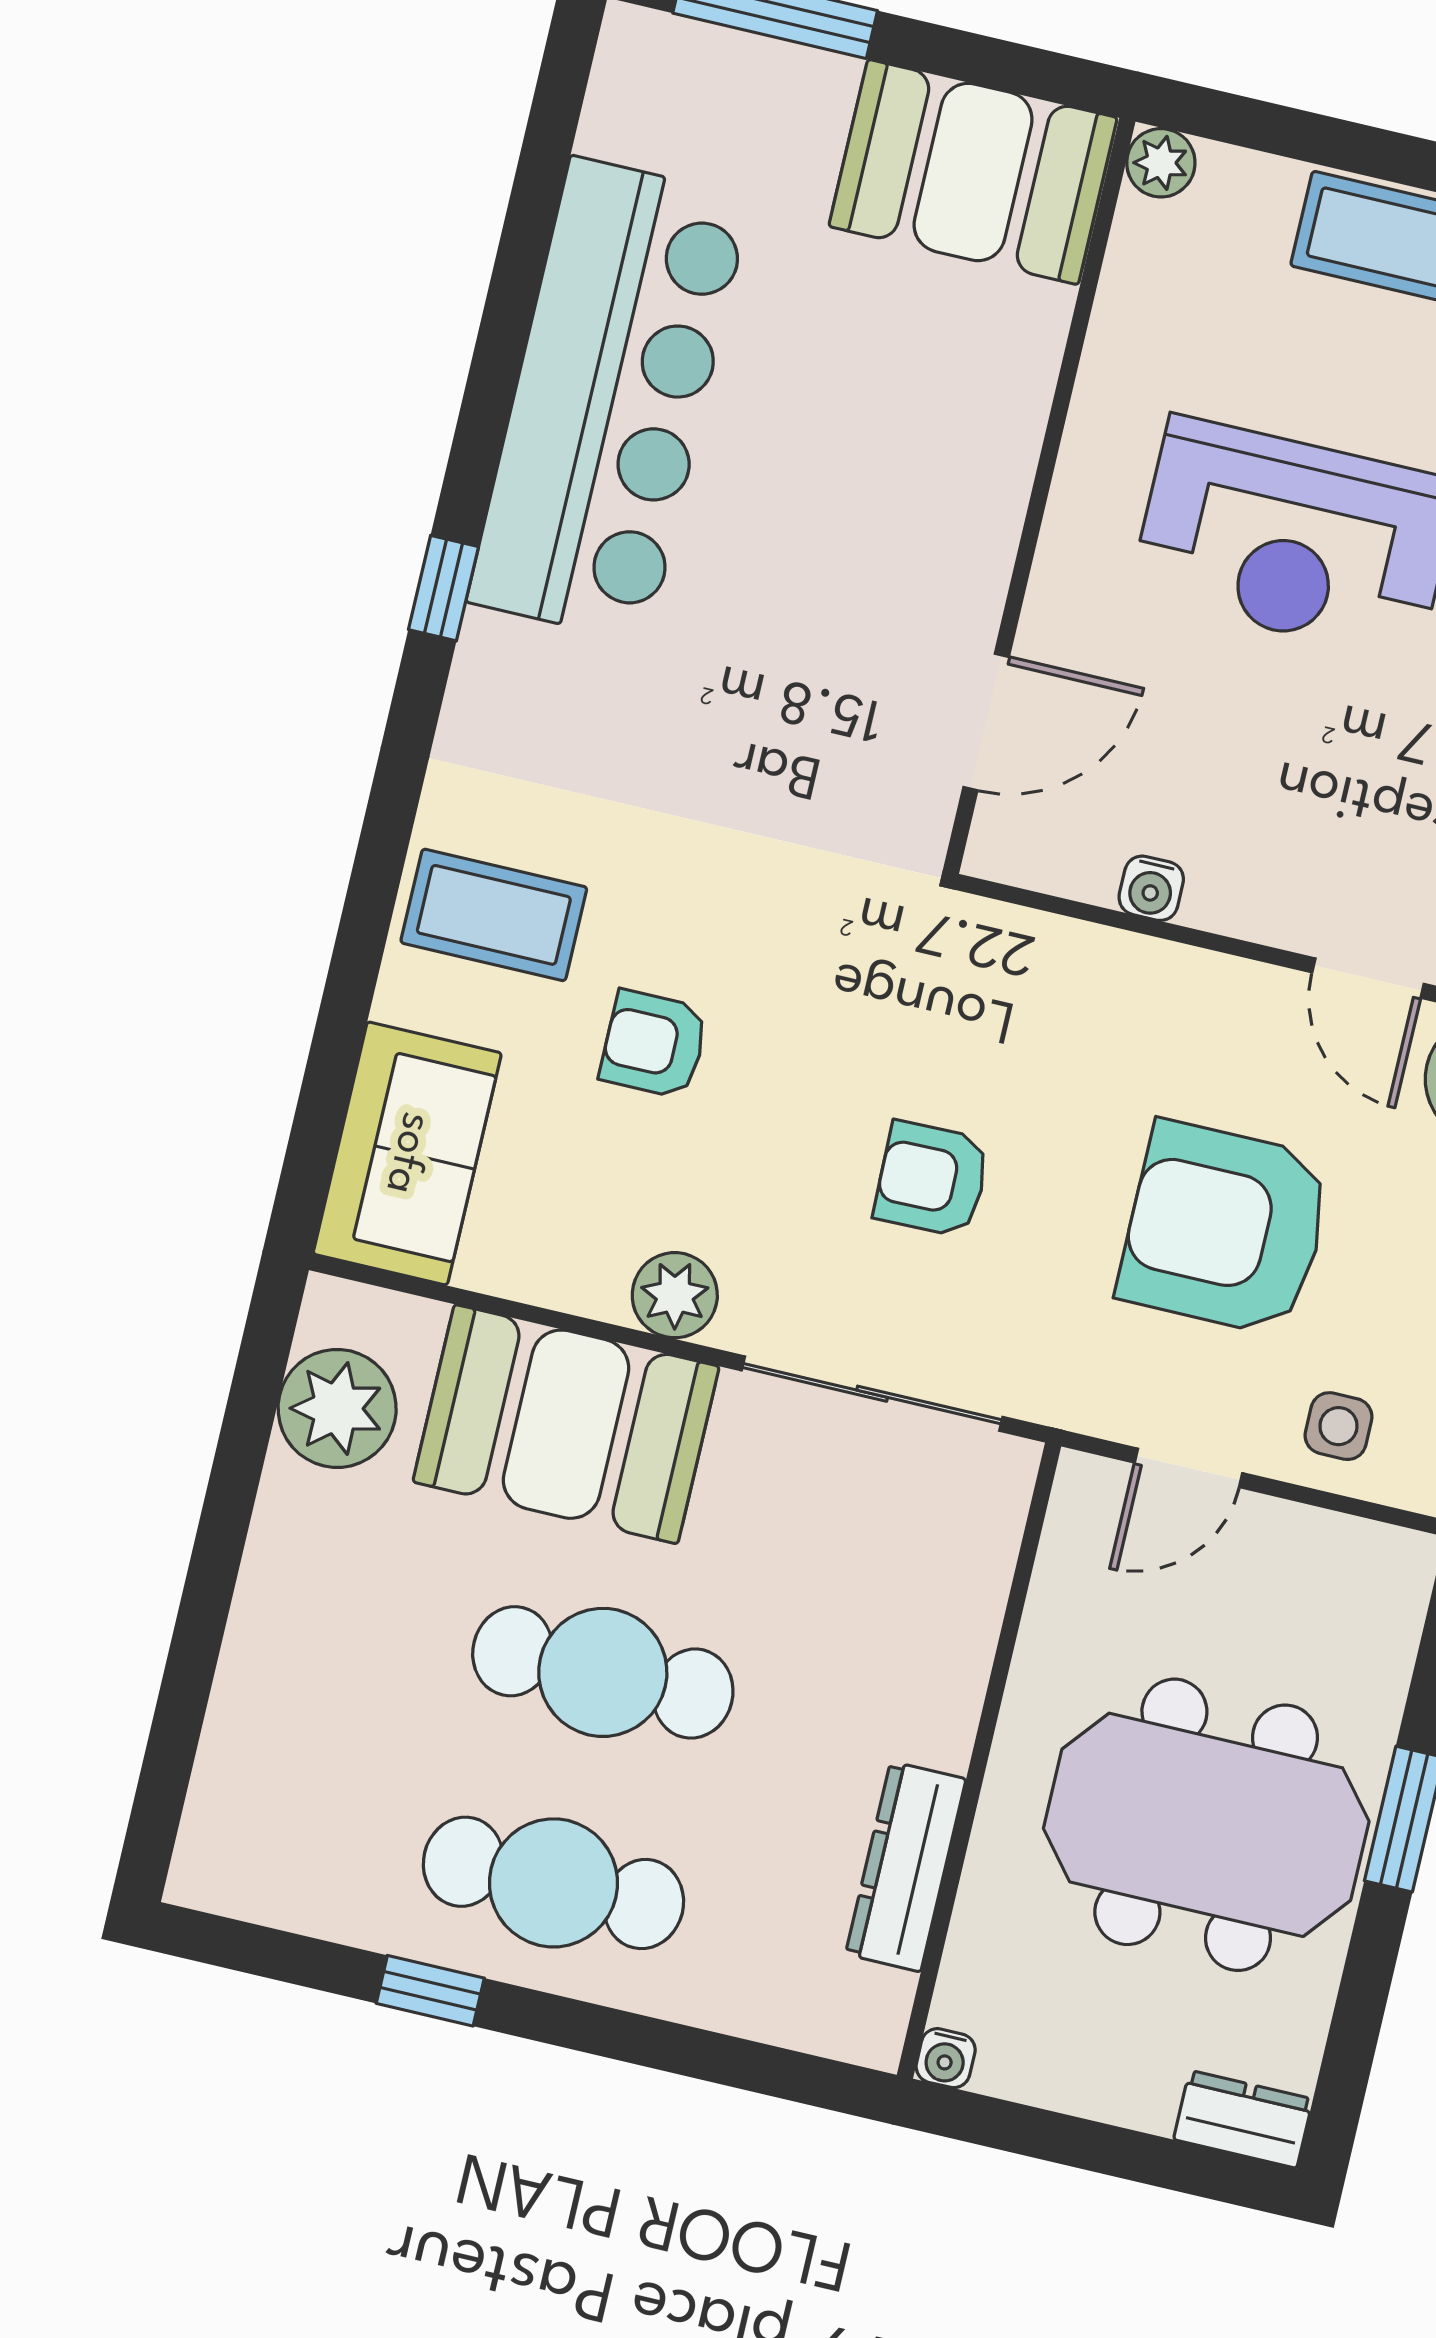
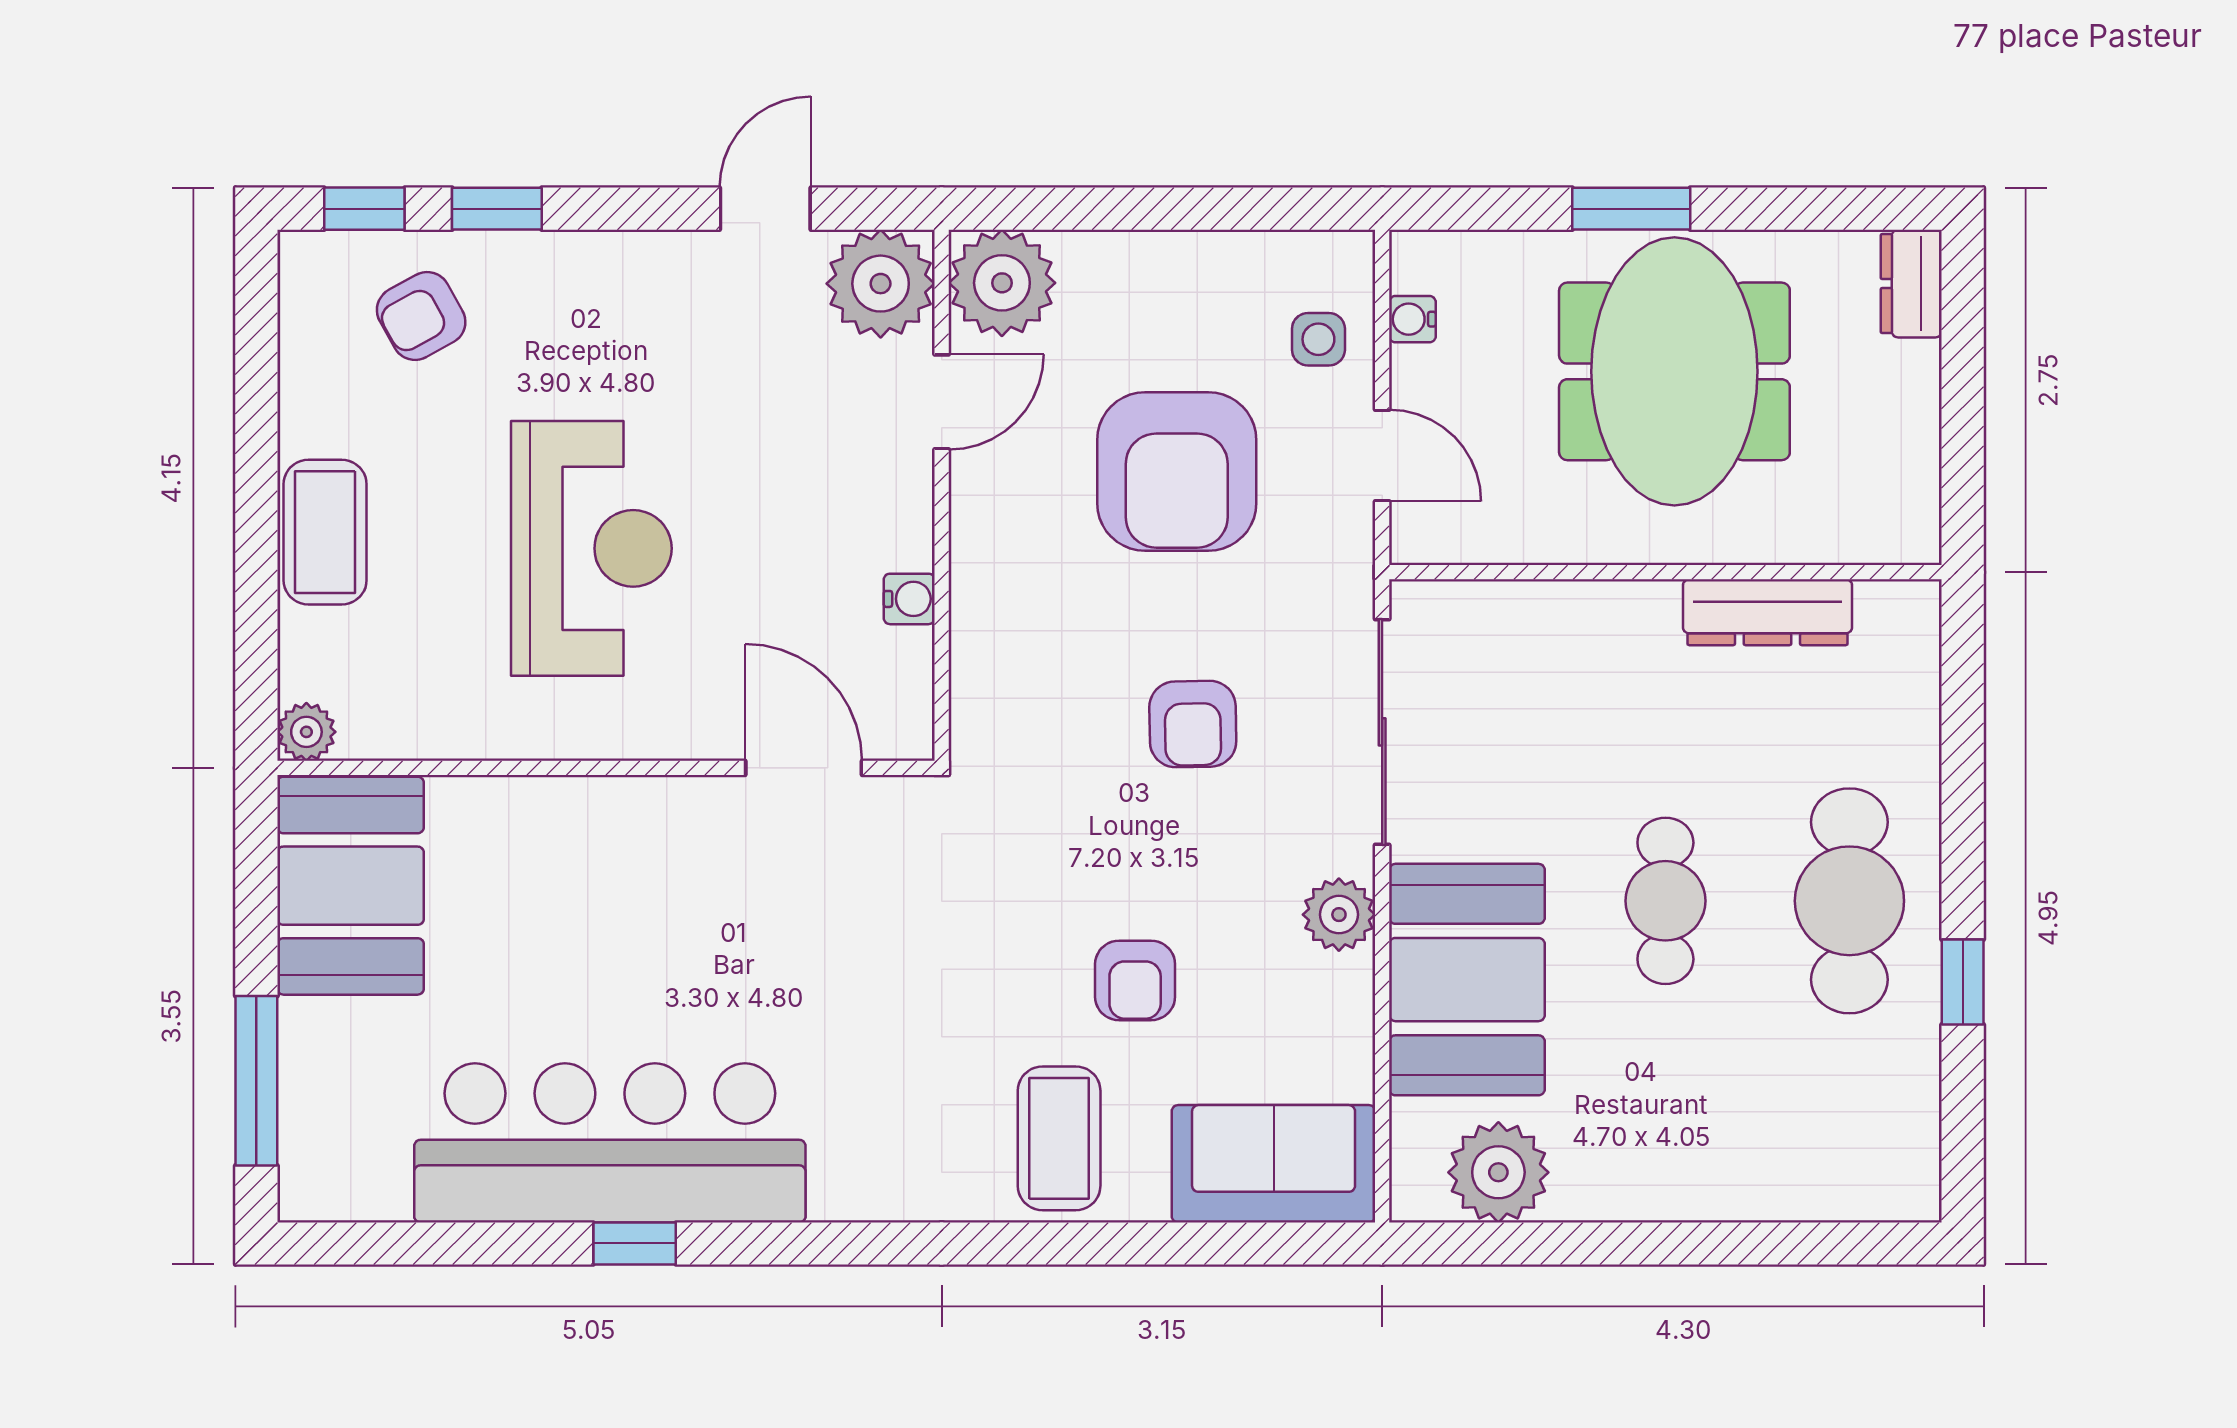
window: (444, 588) -> (635, 1243), moved
cafe table: (603, 1672) -> (1665, 901), width x0.73, depth x0.74
water cooler: (946, 2058) -> (1412, 319), moved, turned 180

